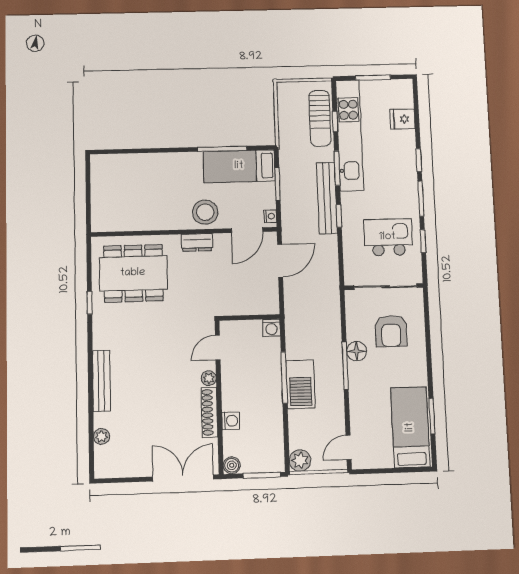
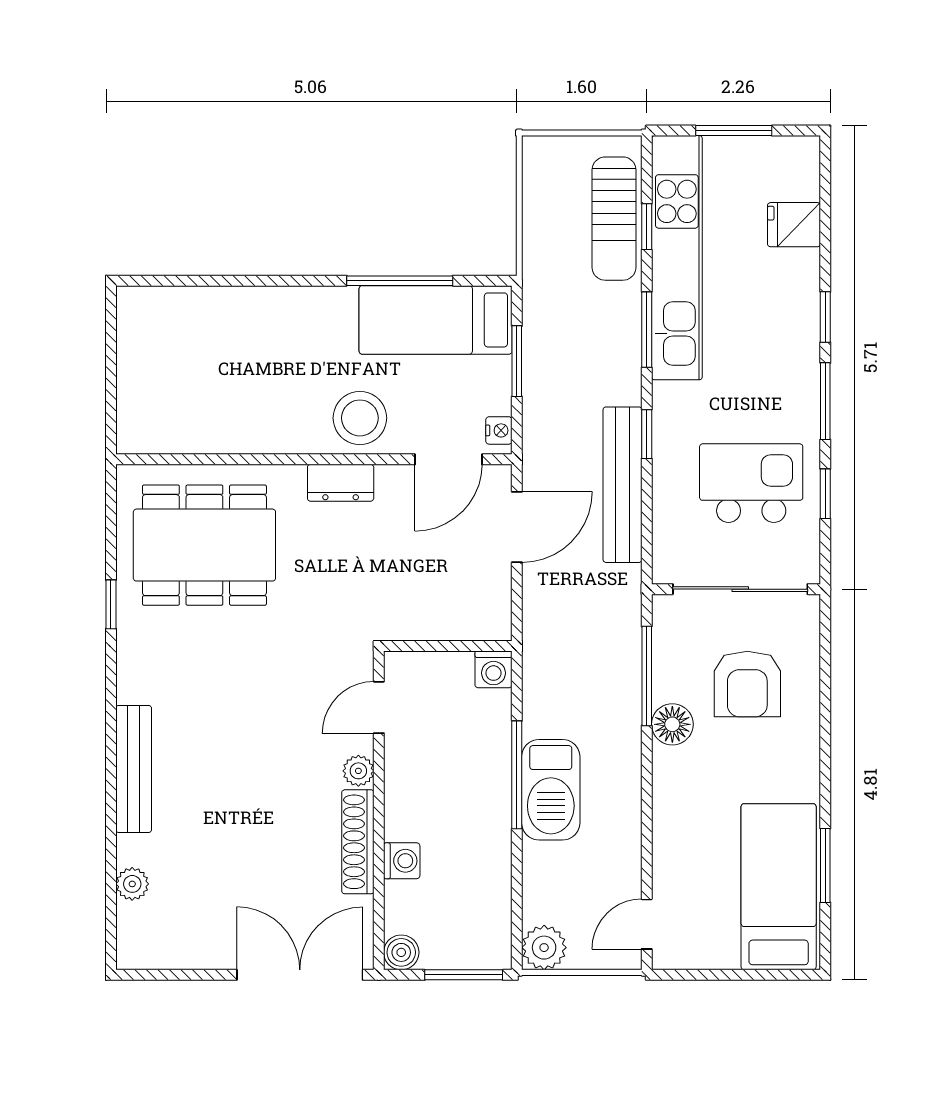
bench: (327, 198) -> (622, 485), moved
window: (345, 365) -> (647, 676), moved

